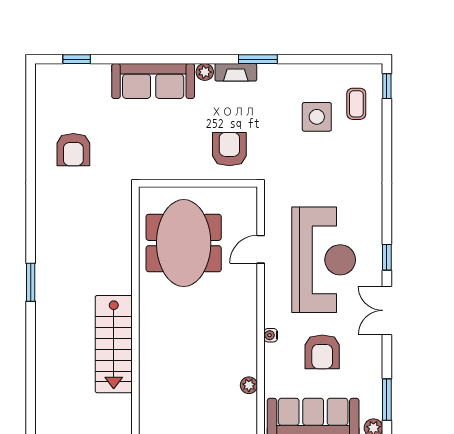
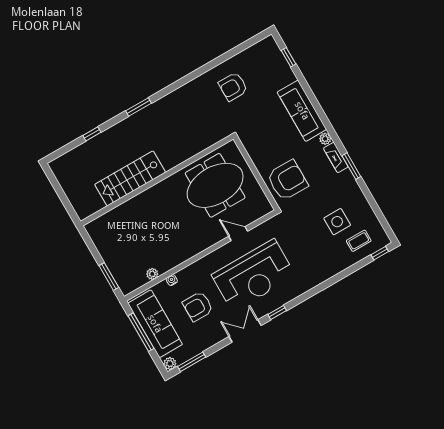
armchair: (229, 149) -> (287, 180), width x1.36, depth x1.36
water cooler: (271, 335) -> (172, 280), moved
window: (31, 360) -> (92, 134), added

